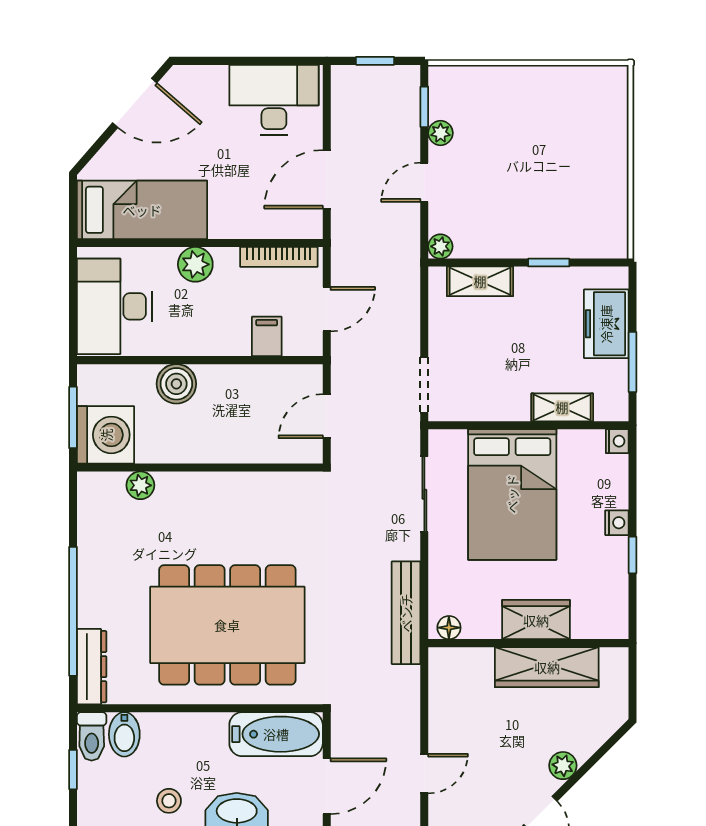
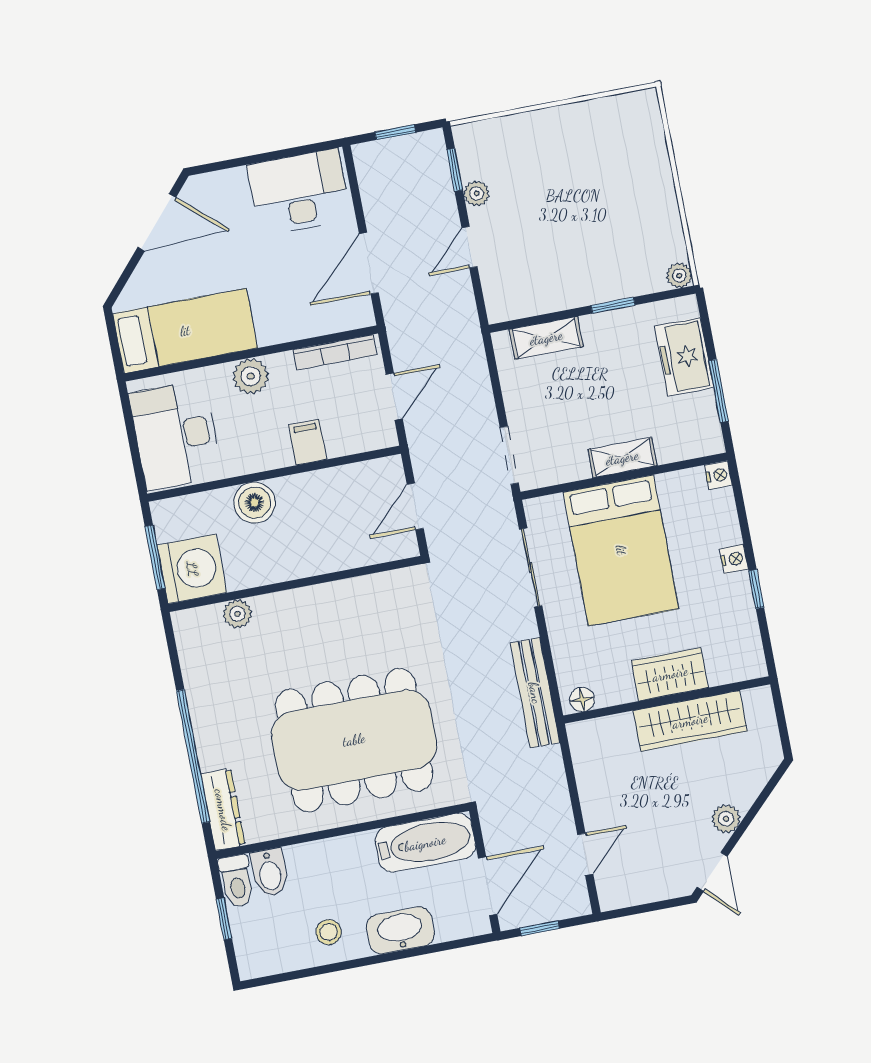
plant: (440, 246) -> (679, 275), moved
filing cabinet: (267, 336) -> (308, 442), moved
shelving: (562, 407) -> (622, 458), moved

